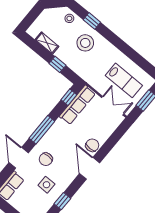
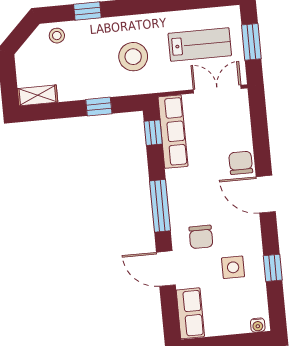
shelving: (47, 43) -> (38, 95), moved
stool: (85, 43) -> (133, 57), moved

